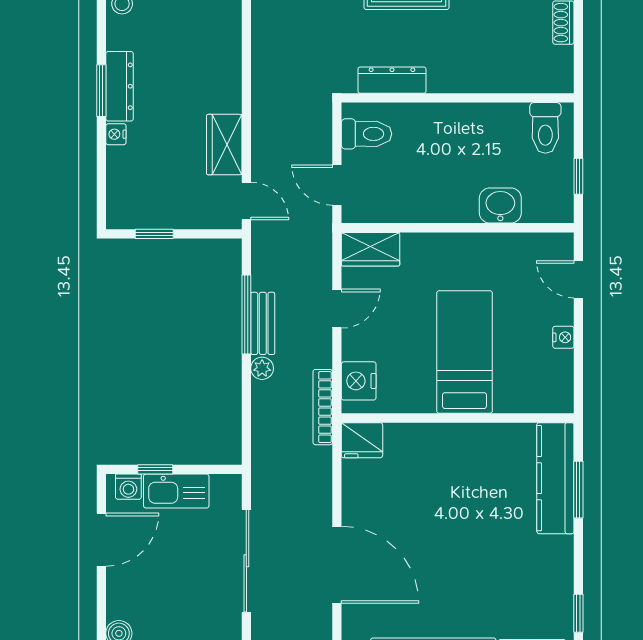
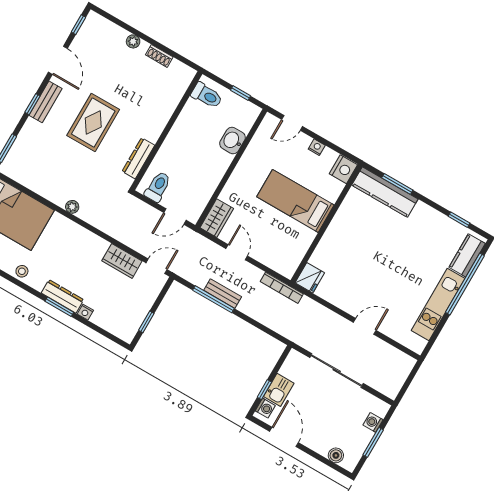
plant: (262, 368) -> (72, 207), moved
nightstand: (359, 381) -> (343, 169), moved, turned -90
kitchen sink: (176, 491) -> (279, 390), width x0.73
door: (337, 565) -> (365, 326), width x0.53

